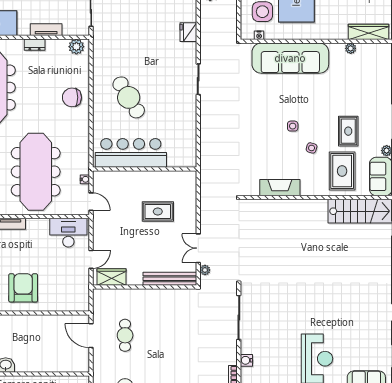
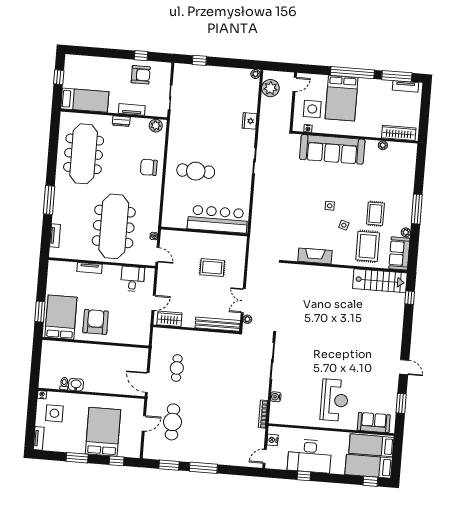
cafe table: (129, 97) -> (196, 171), turned -59
bar counter: (131, 153) -> (218, 219), moved
desk: (68, 233) -> (133, 279), width x0.73
door: (91, 336) -> (147, 383), moved

